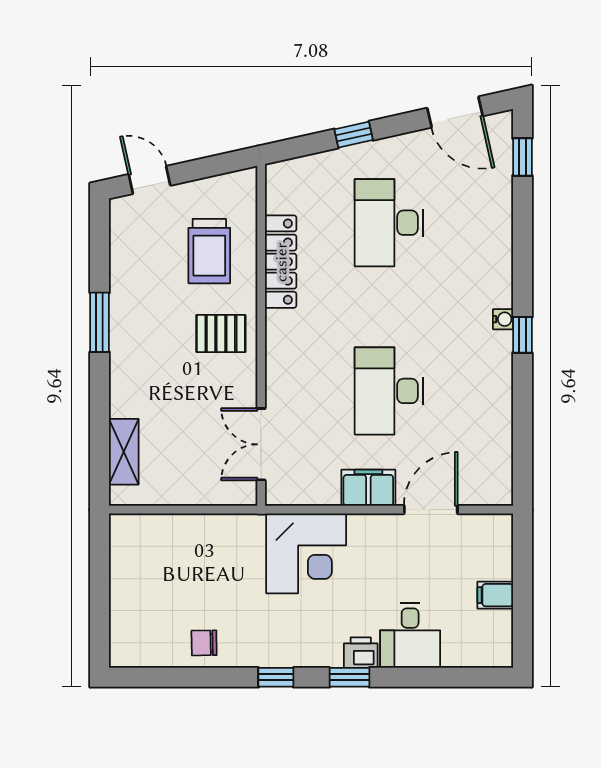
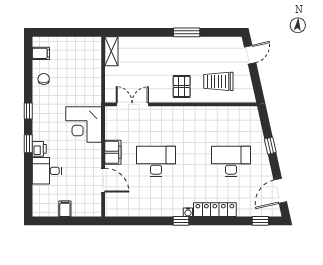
locker: (281, 262) -> (215, 210), moved, turned 180
shelving: (124, 452) -> (111, 51), moved, turned 90
filing cabinet: (147, 649) -> (41, 53), added

